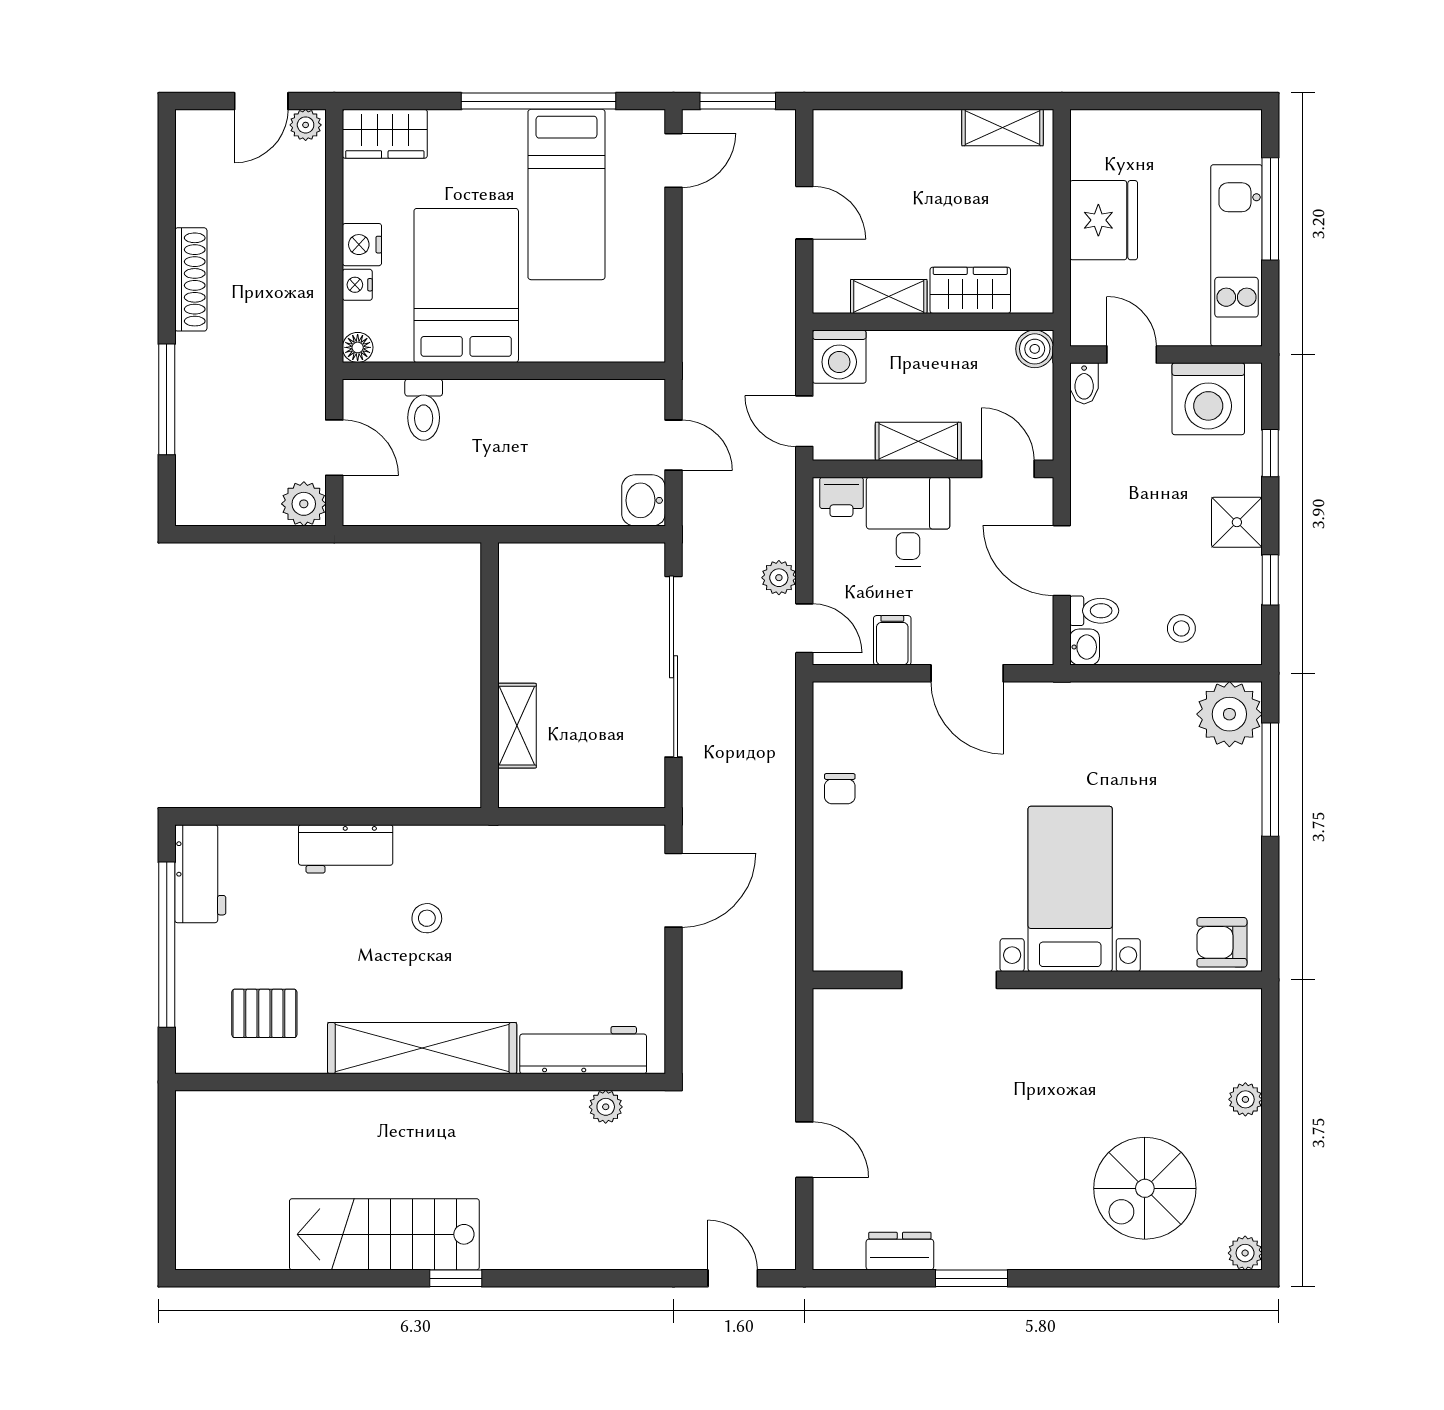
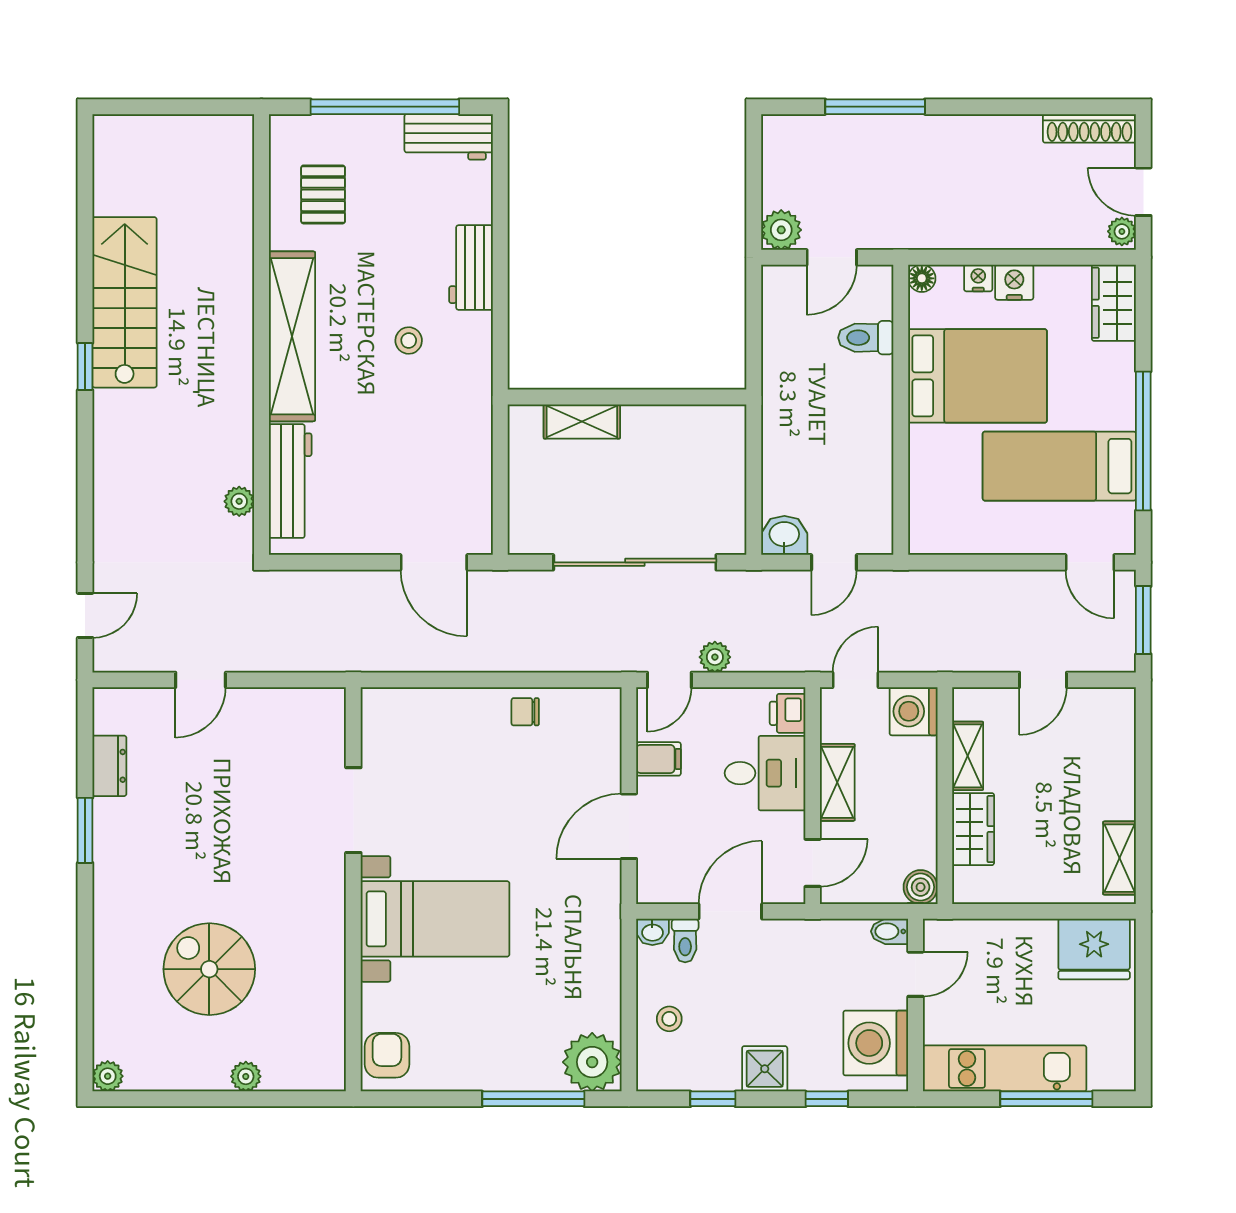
fridge: (1104, 220) -> (1094, 949), moved
shoe rack: (191, 279) -> (1089, 128), moved
spiral stairs: (1145, 1188) -> (209, 969), moved

